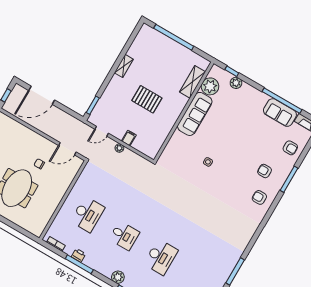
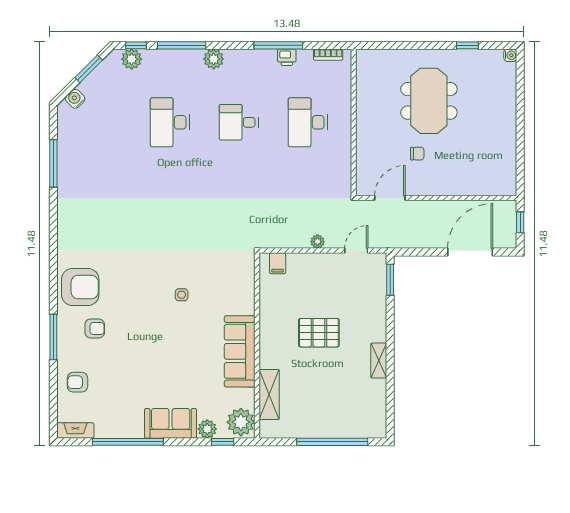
plant: (210, 86) -> (241, 422), moved
sofa: (280, 113) -> (171, 423), moved
filing cabinet: (129, 138) -> (278, 263), moved
armchair: (259, 197) -> (80, 287), width x1.88, depth x1.88

